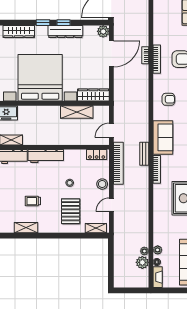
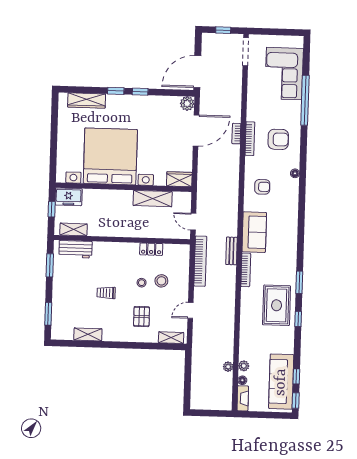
dresser: (65, 32) -> (142, 102), removed
wardrobe: (93, 95) -> (179, 179), width x0.67
door: (111, 130) -> (193, 222), hinge flipped
locker: (97, 154) -> (151, 249), moved
workbench: (46, 156) -> (114, 250), removed
stool: (102, 184) -> (161, 281), moved
trolley: (33, 201) -> (106, 293), moved
pallet: (71, 211) -> (142, 317), width x0.67, depth x0.71
plant: (142, 262) -> (225, 380), removed

